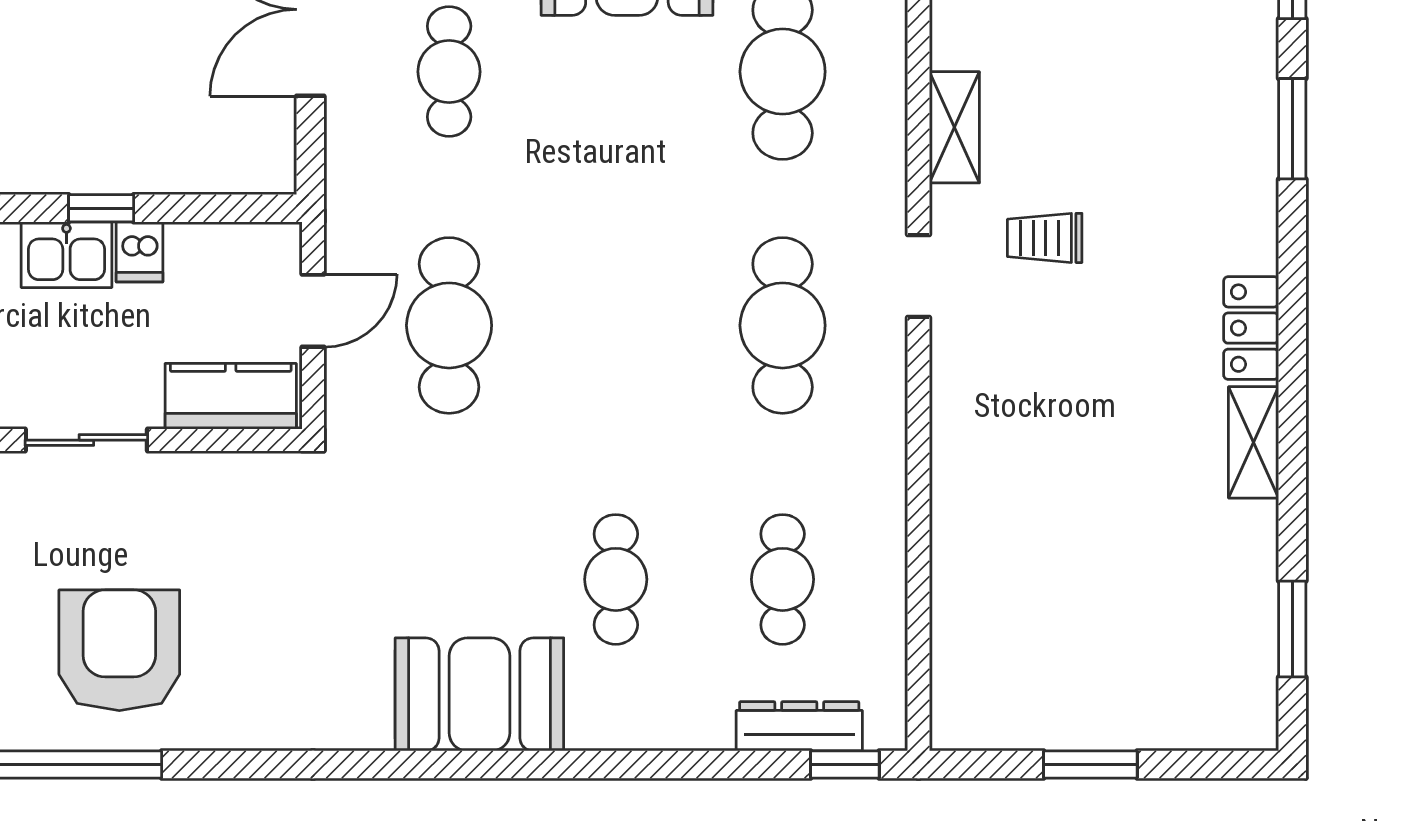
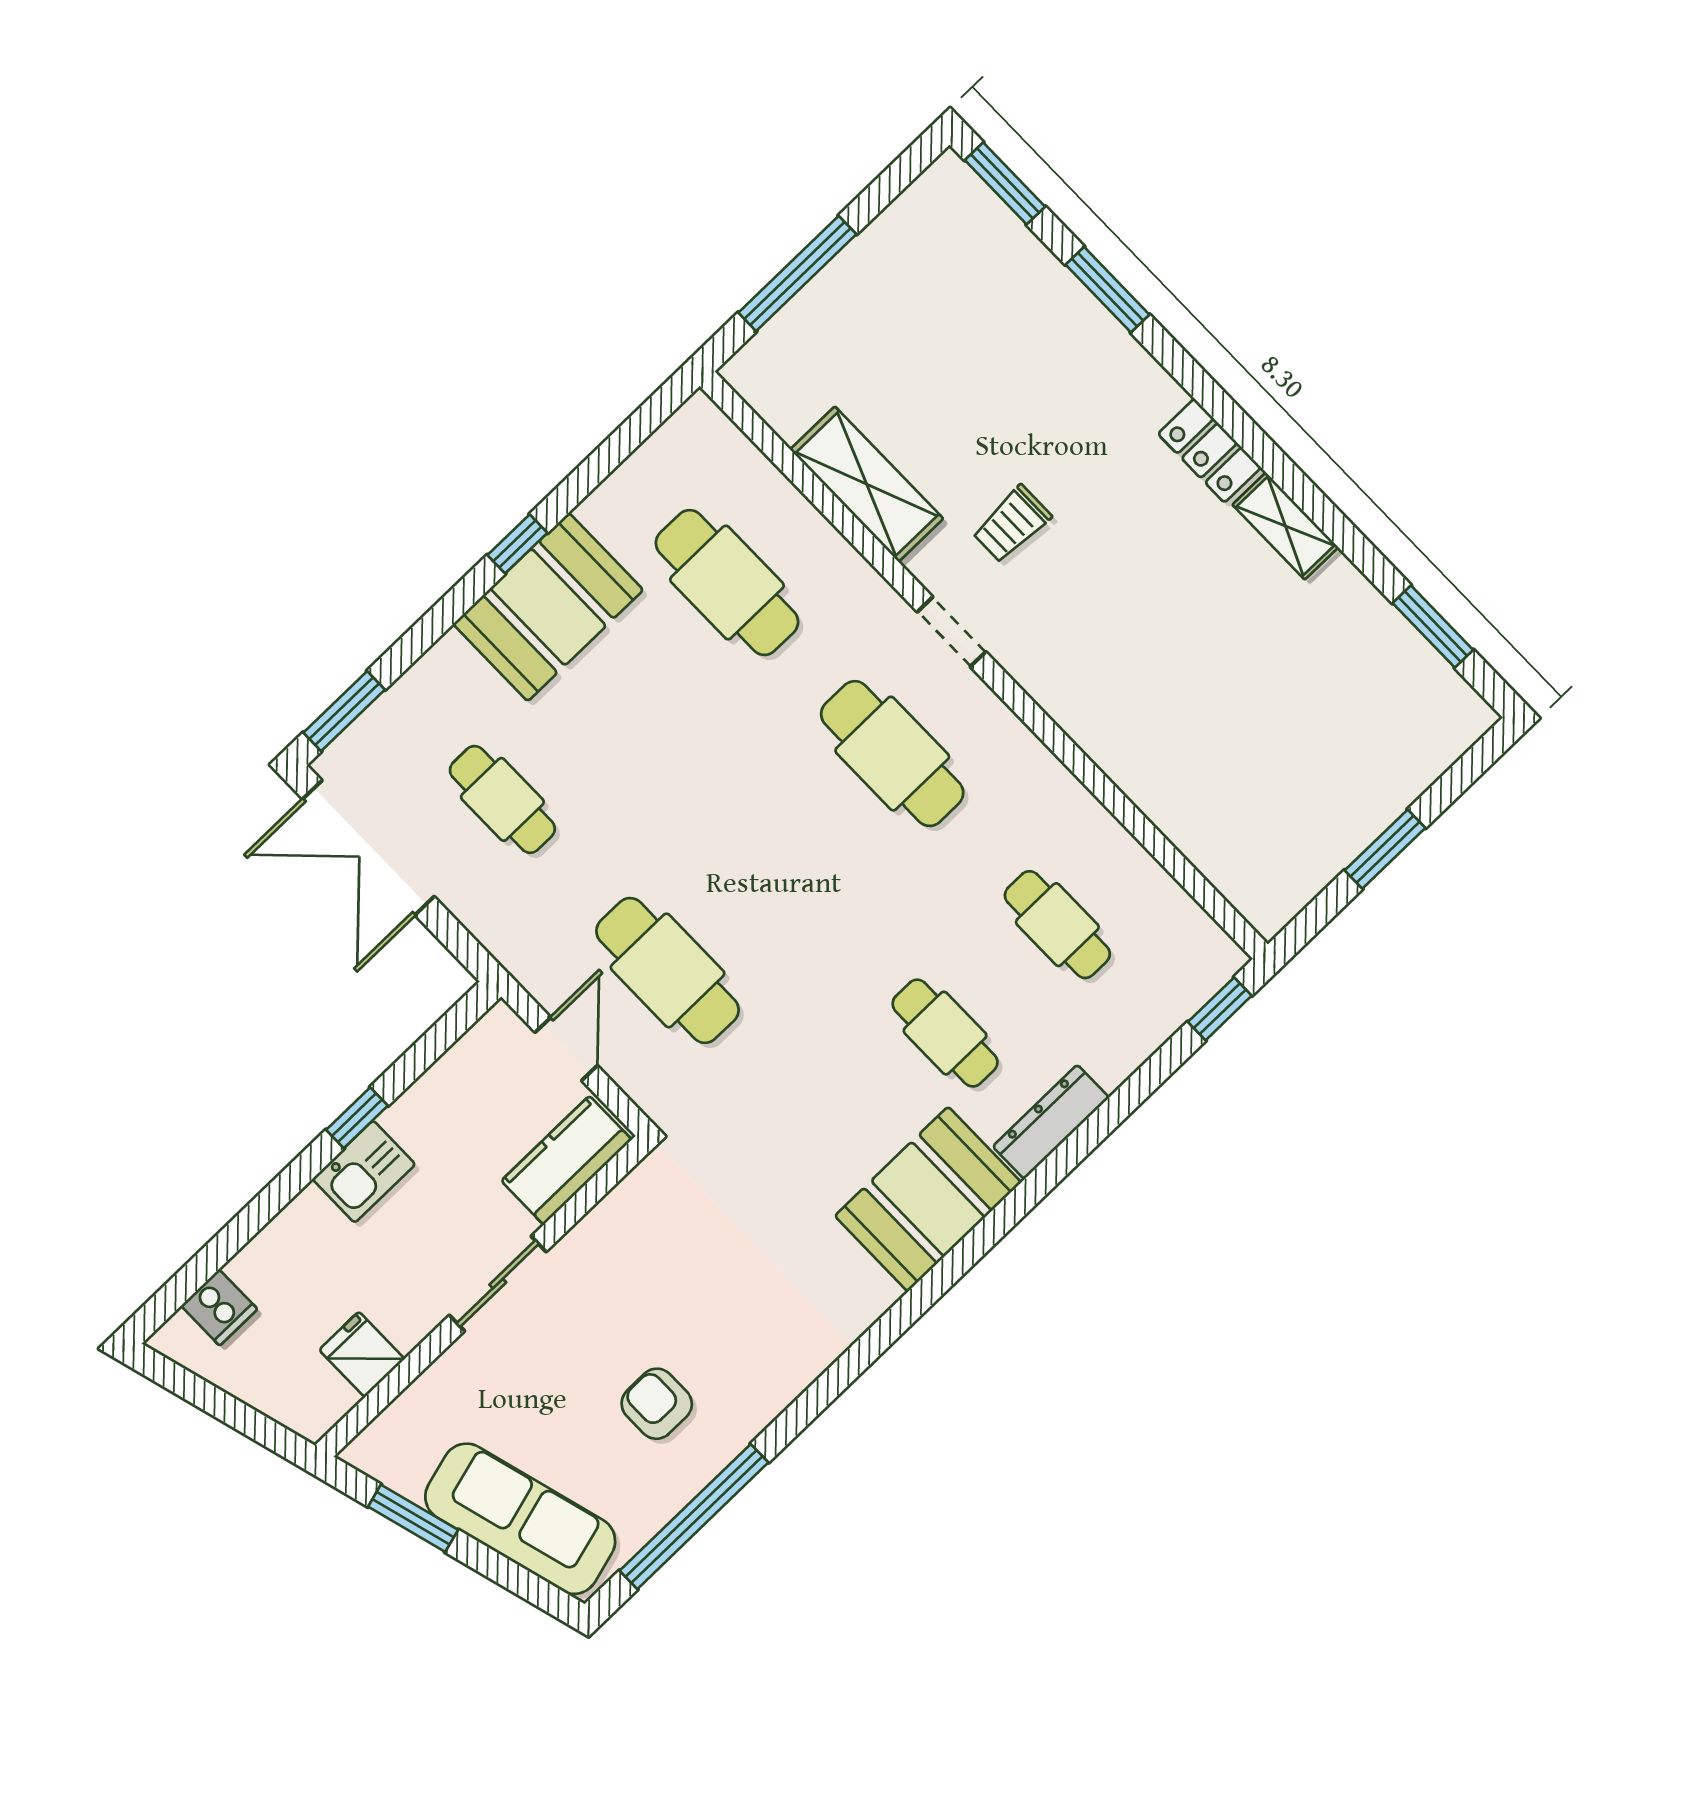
shelving: (954, 127) -> (867, 484), width x1.50, depth x1.33
dishwasher: (139, 252) -> (411, 1122), removed
armchair: (119, 650) -> (657, 1404), width x0.53, depth x0.53
dresser: (799, 726) -> (1051, 1122), moved

